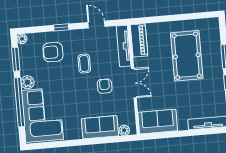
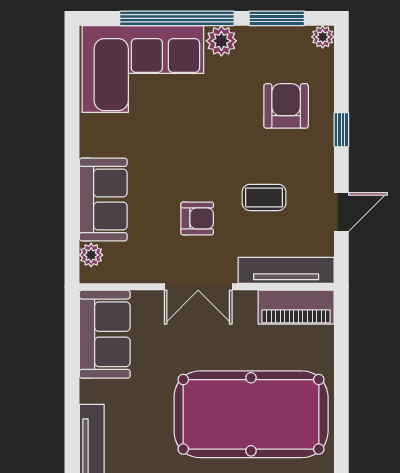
pool table: (187, 56) -> (251, 414), width x1.36, depth x1.32
coffee table: (84, 63) -> (264, 197), moved

